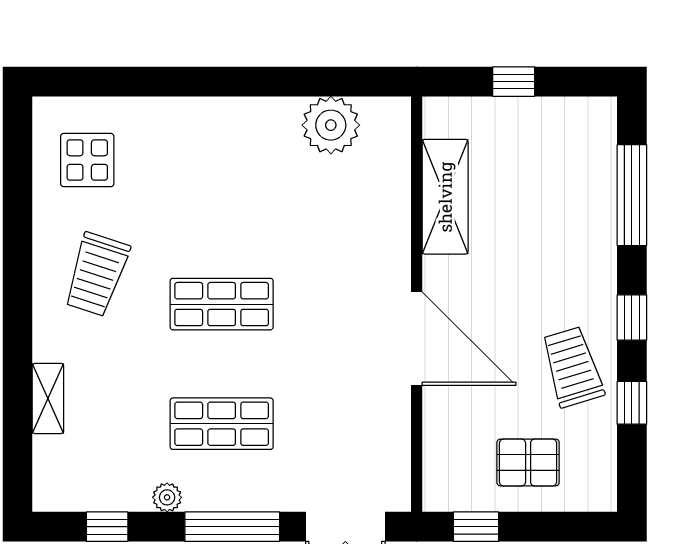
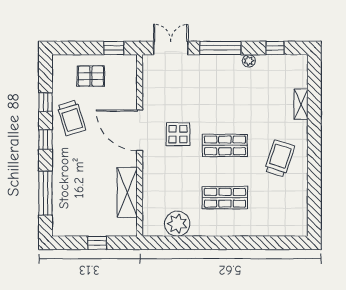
display table: (87, 160) -> (178, 134), moved
shop shelf: (222, 424) -> (225, 198), moved

